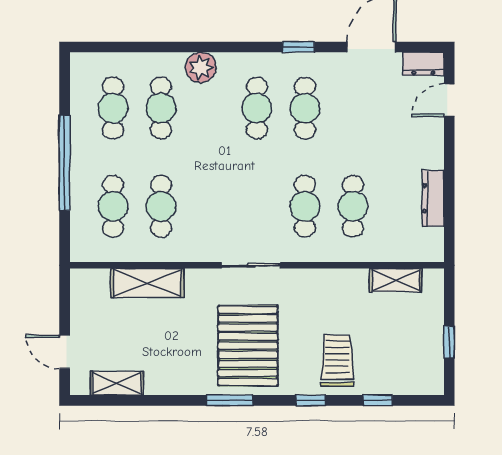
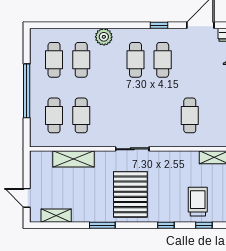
cafe table: (305, 206) -> (163, 115), removed
trolley: (337, 361) -> (198, 202), moved
window: (230, 400) -> (102, 225), moved

